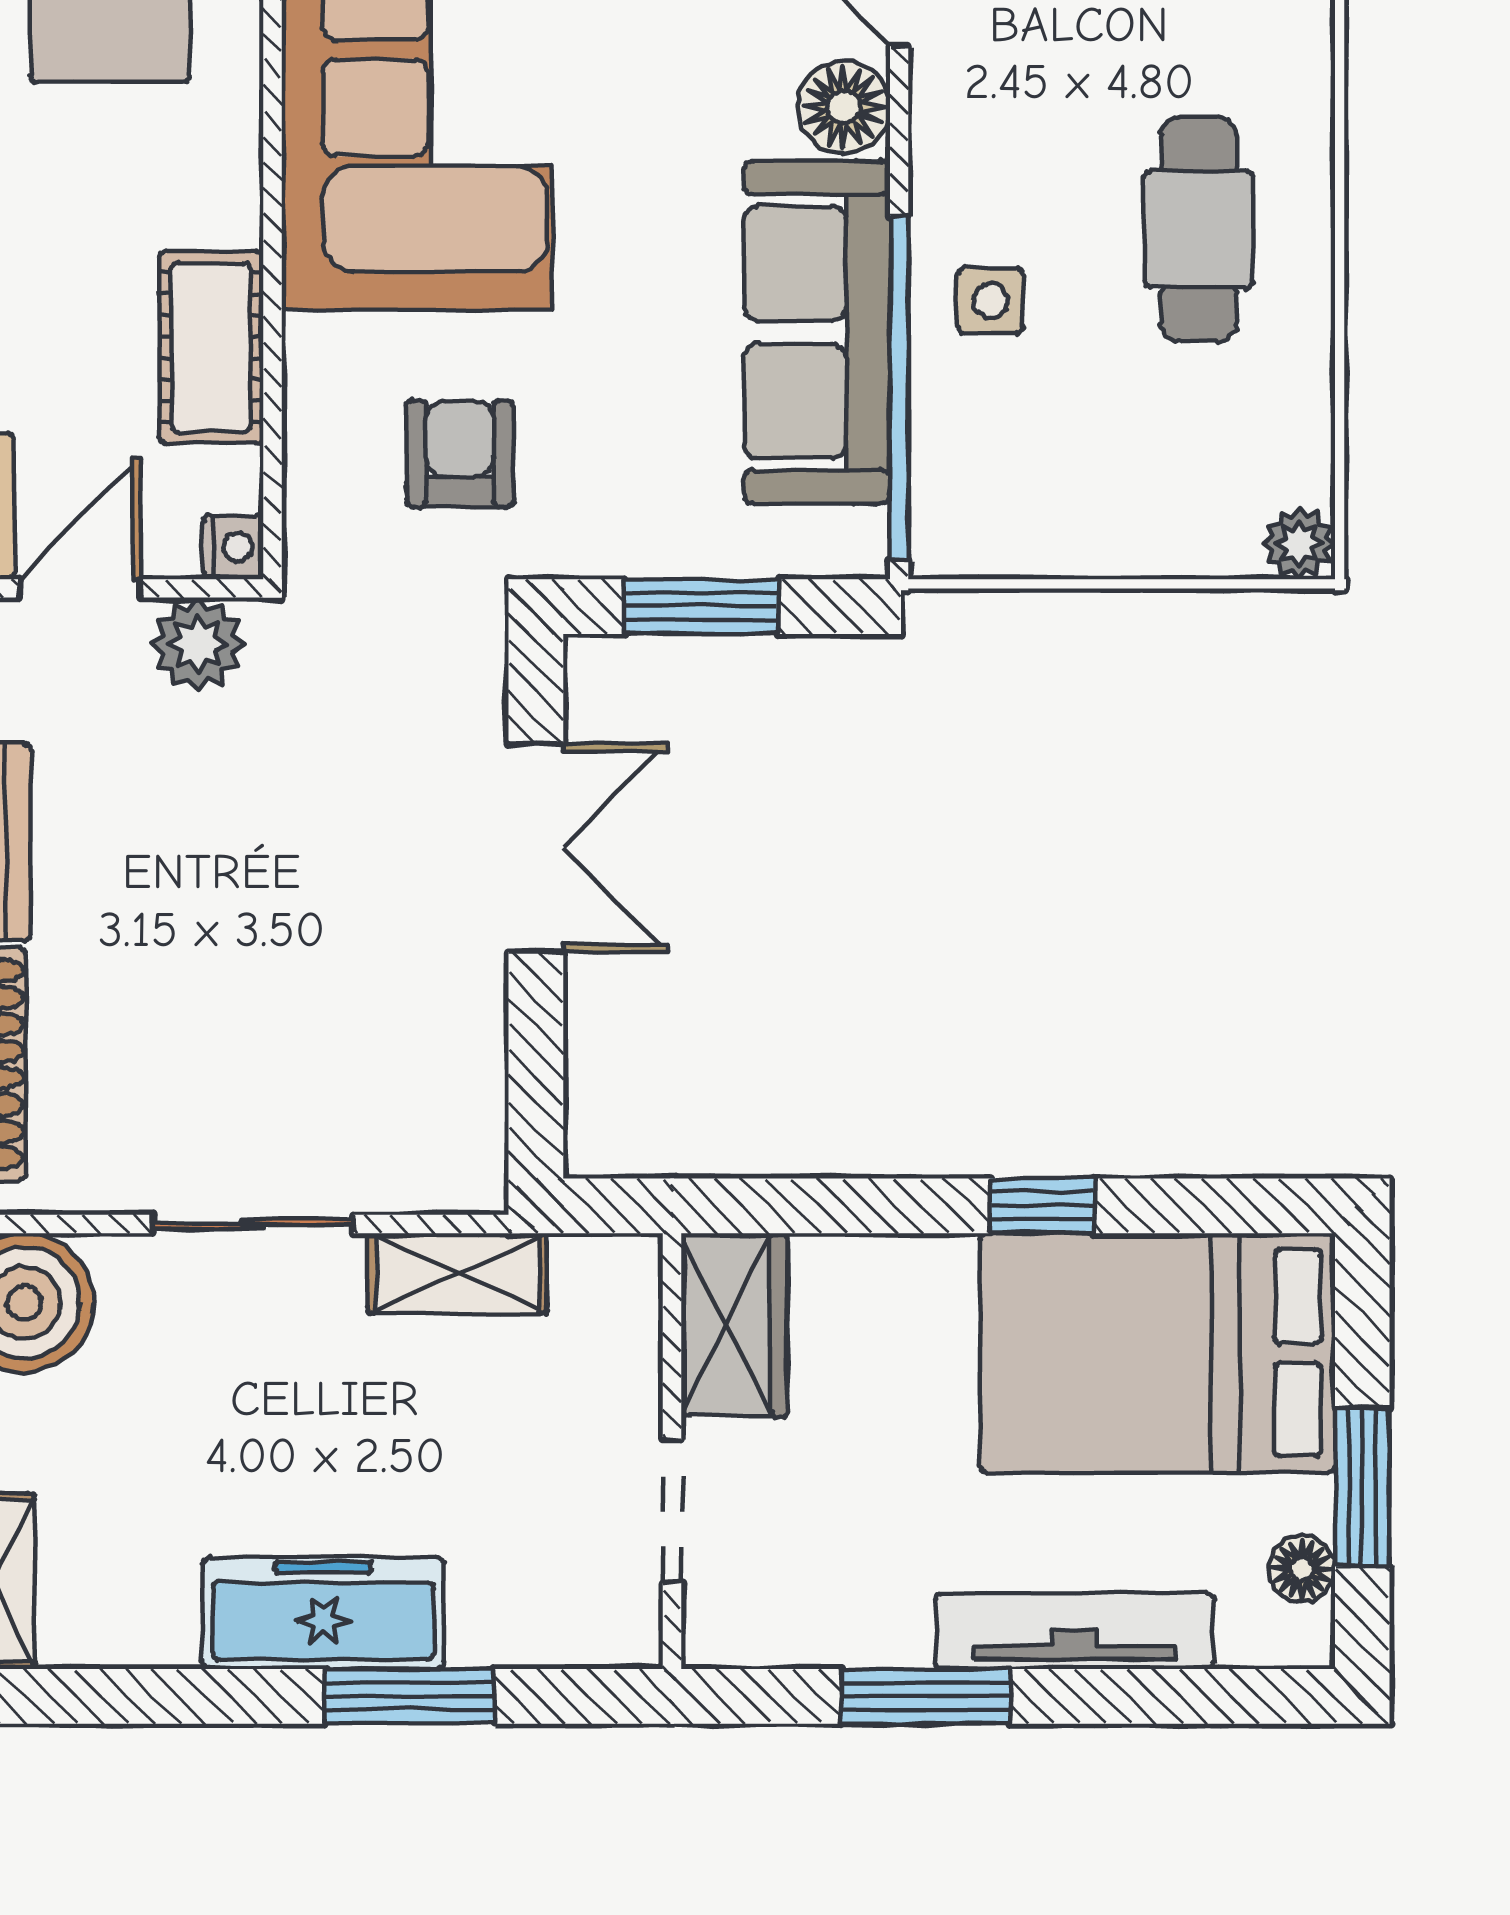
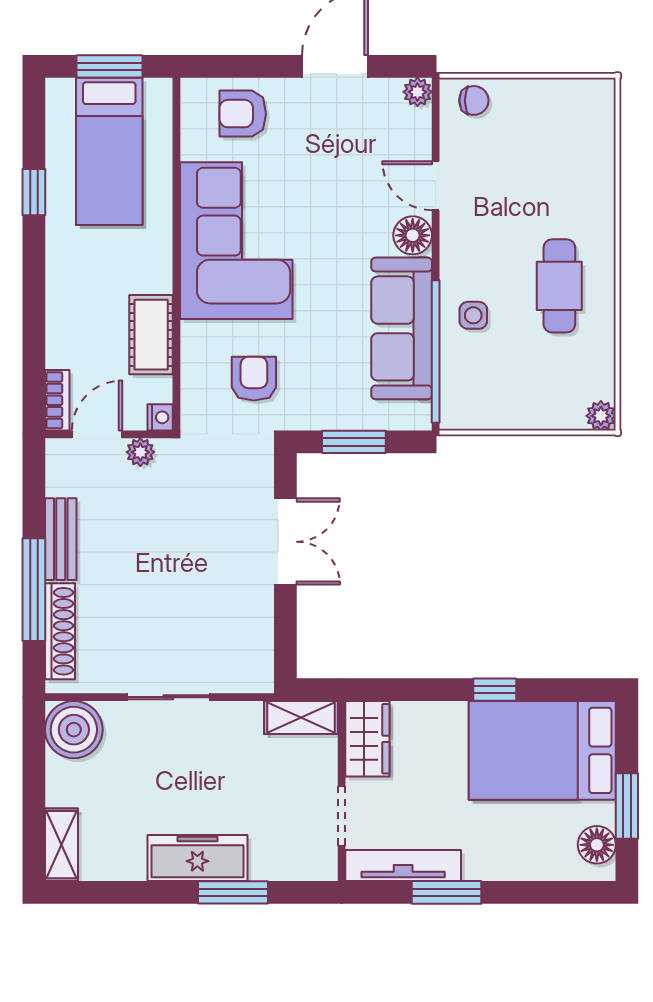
plant: (198, 644) -> (140, 452), width x0.73, depth x0.73
shelving: (458, 1273) -> (301, 717), moved
floor lamp: (1302, 1569) -> (597, 845), width x1.37, depth x1.37
tv unit: (1075, 1631) -> (403, 865), moved

